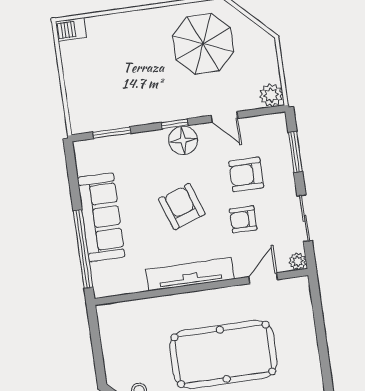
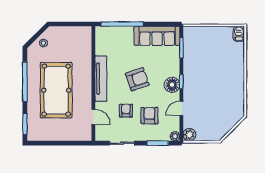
parasol: (203, 44) -> (222, 103), removed
sofa: (101, 217) -> (157, 36), moved
plant: (298, 261) -> (175, 136), moved

